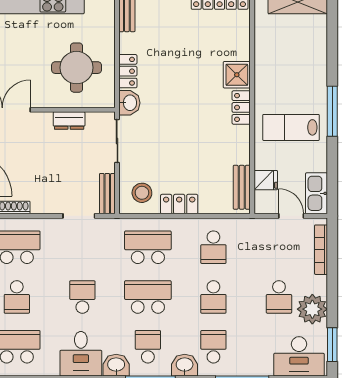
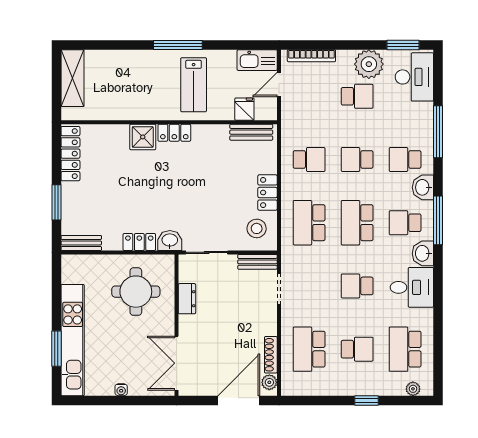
school desk: (213, 297) -> (357, 159), turned 180

